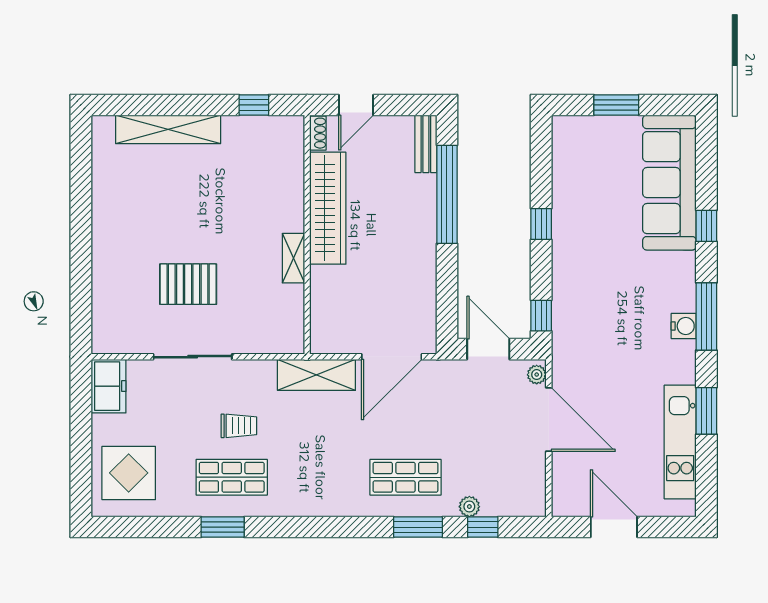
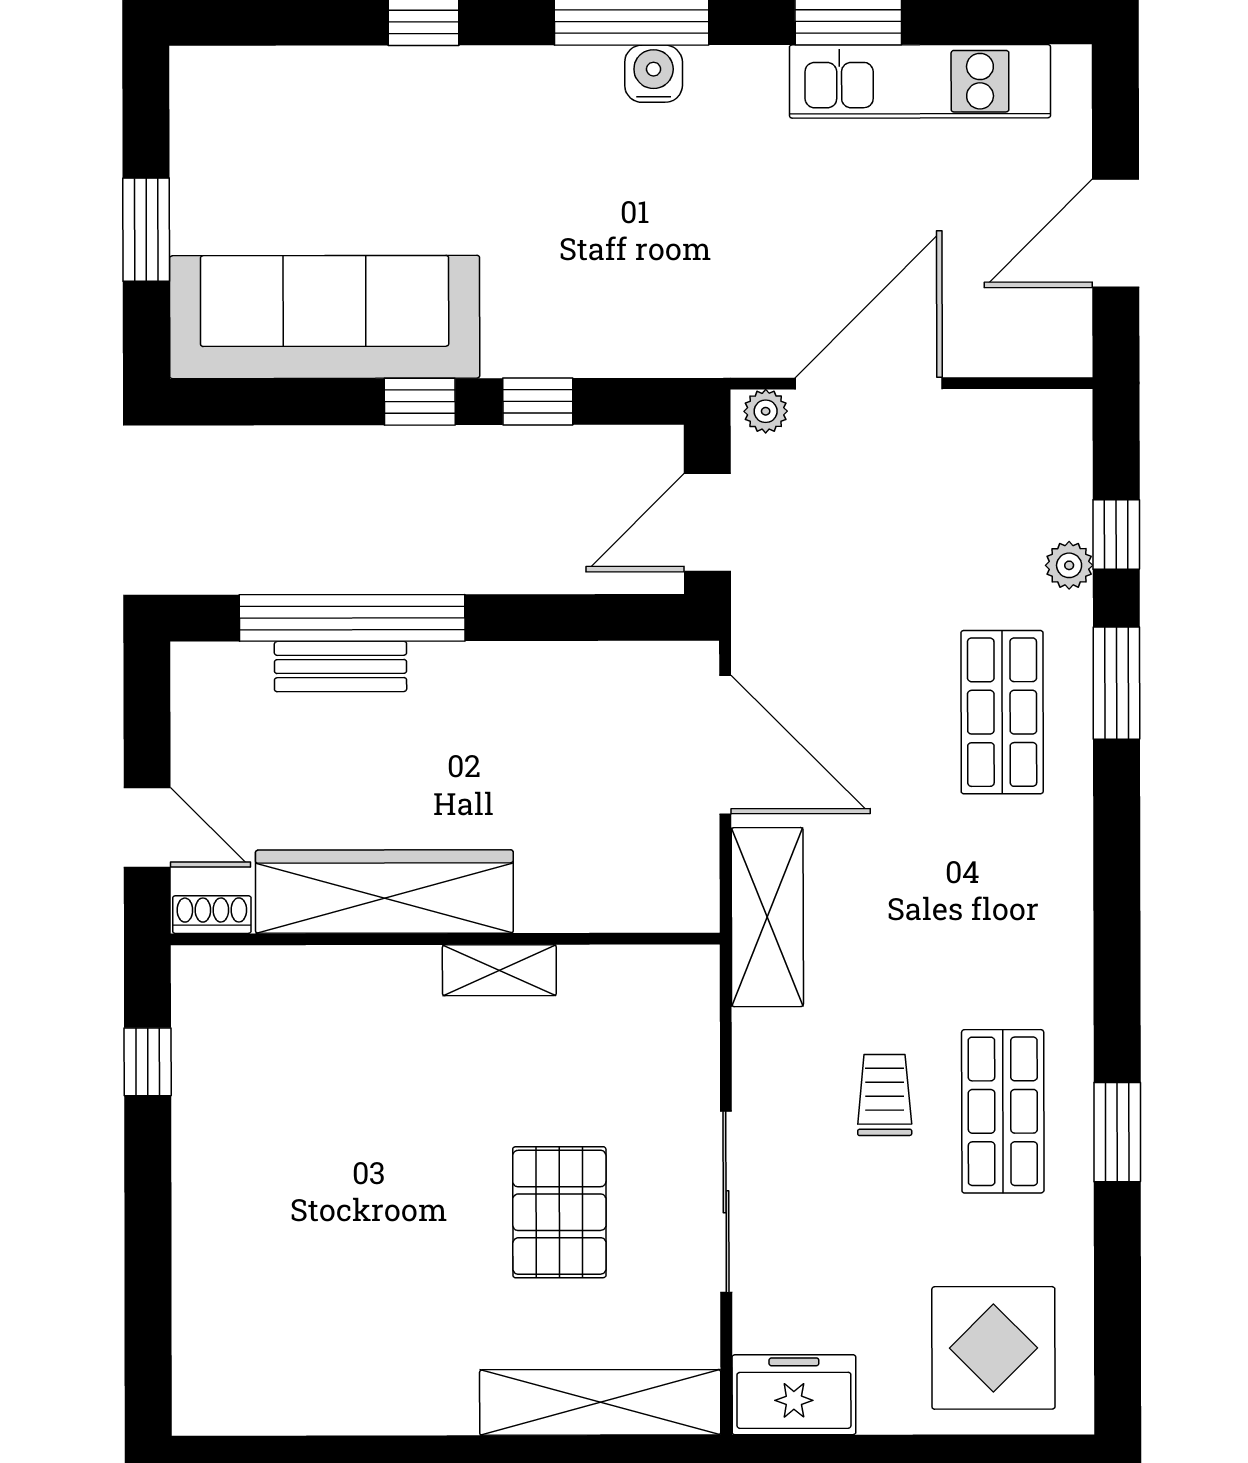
shelving: (168, 129) -> (600, 1402), moved, turned 90
bench: (426, 144) -> (340, 666), moved
sofa: (669, 183) -> (325, 317), moved, turned 180
window: (541, 316) -> (538, 401), moved

